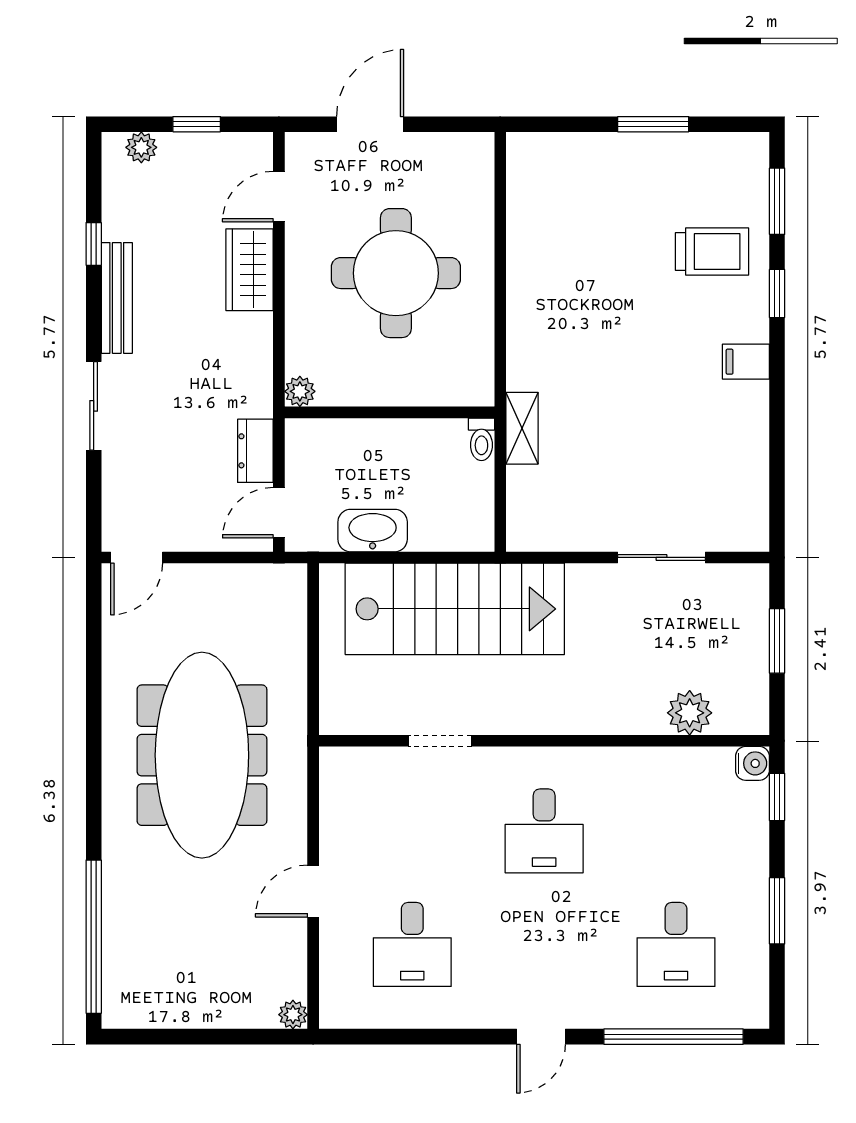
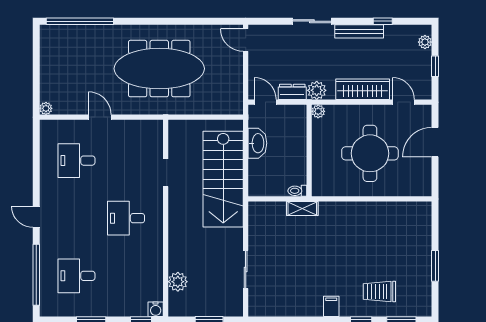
door: (370, 124) -> (435, 142), swing flipped
trolley: (712, 252) -> (379, 292), turned 90
wardrobe: (249, 270) -> (363, 89), width x1.50
plant: (252, 395) -> (317, 90), added

